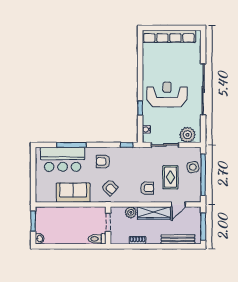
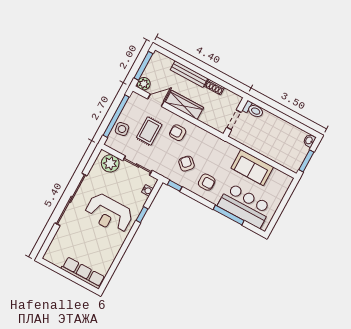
row of seats: (169, 36) -> (83, 273), width x0.73
armchair: (110, 188) -> (187, 164), moved
plant: (131, 212) -> (144, 84), moved
bench: (178, 239) -> (189, 74), moved

